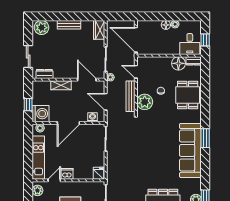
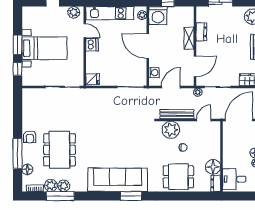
window: (205, 40) -> (239, 196), removed
dresser: (44, 74) -> (201, 32), moved

